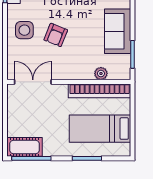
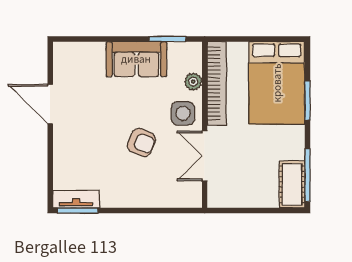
side table: (24, 30) -> (183, 113), moved
double door: (33, 82) -> (205, 156), moved
bed: (100, 129) -> (277, 83), width x1.50

